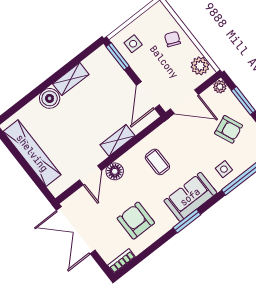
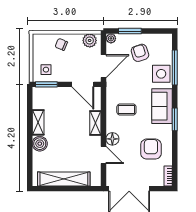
armchair: (229, 129) -> (140, 53), turned -85
side table: (224, 169) -> (161, 74), width x1.87, depth x1.87
armchair: (136, 221) -> (151, 149), turned 90

